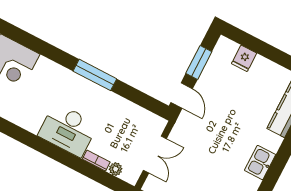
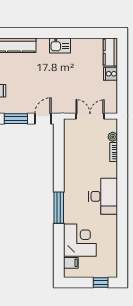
window: (95, 75) -> (59, 208), moved
desk: (68, 130) -> (103, 196), moved

